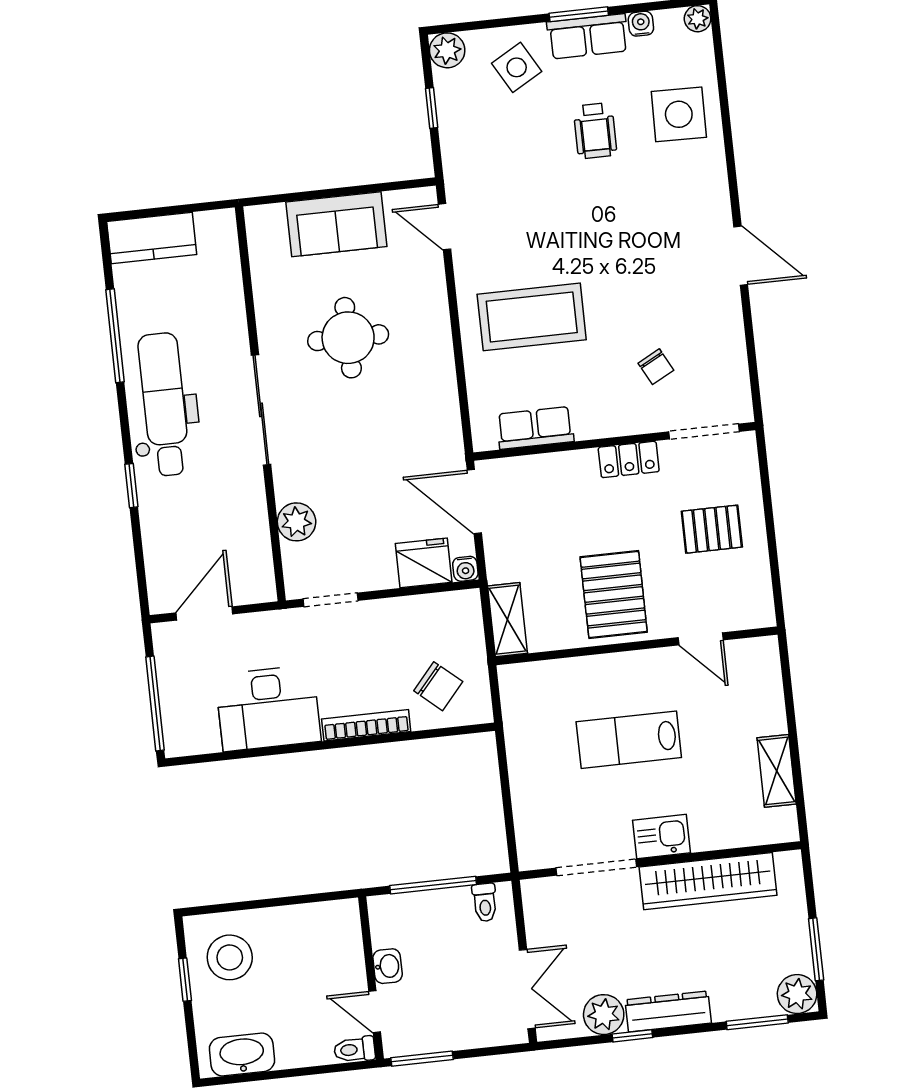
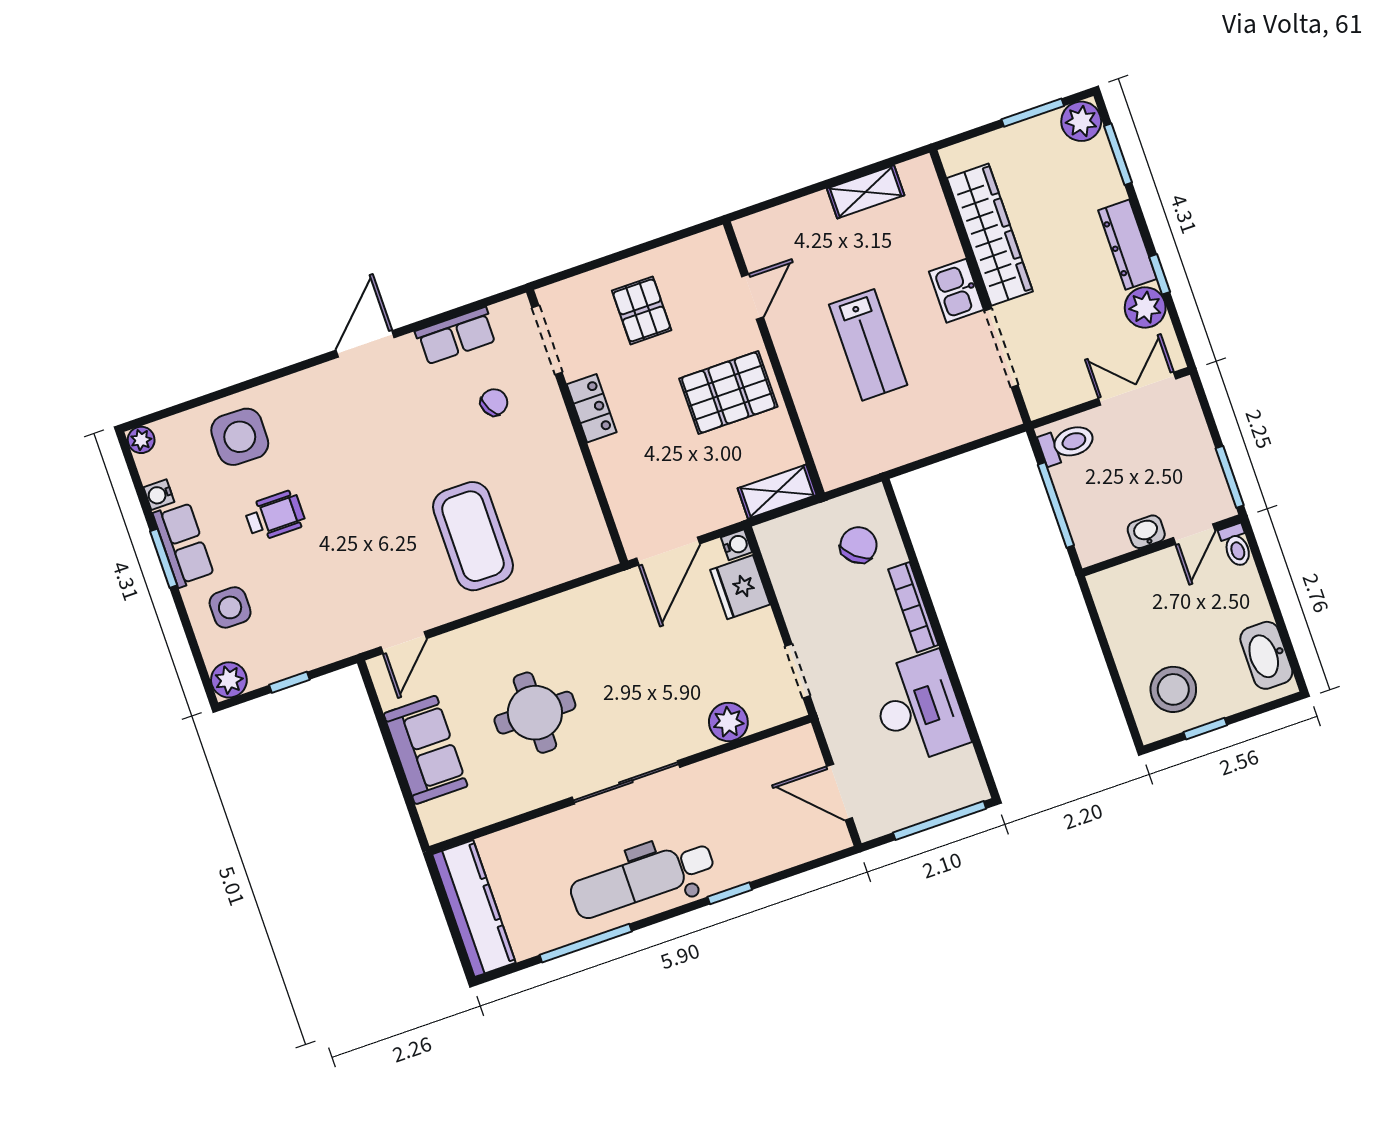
side table: (517, 67) -> (230, 607), turned 30
kitchen counter: (152, 238) -> (474, 909), width x1.50
row of seats: (535, 428) -> (456, 336), moved, turned -90
toilet: (485, 903) -> (1067, 444), width x1.37, depth x1.39

